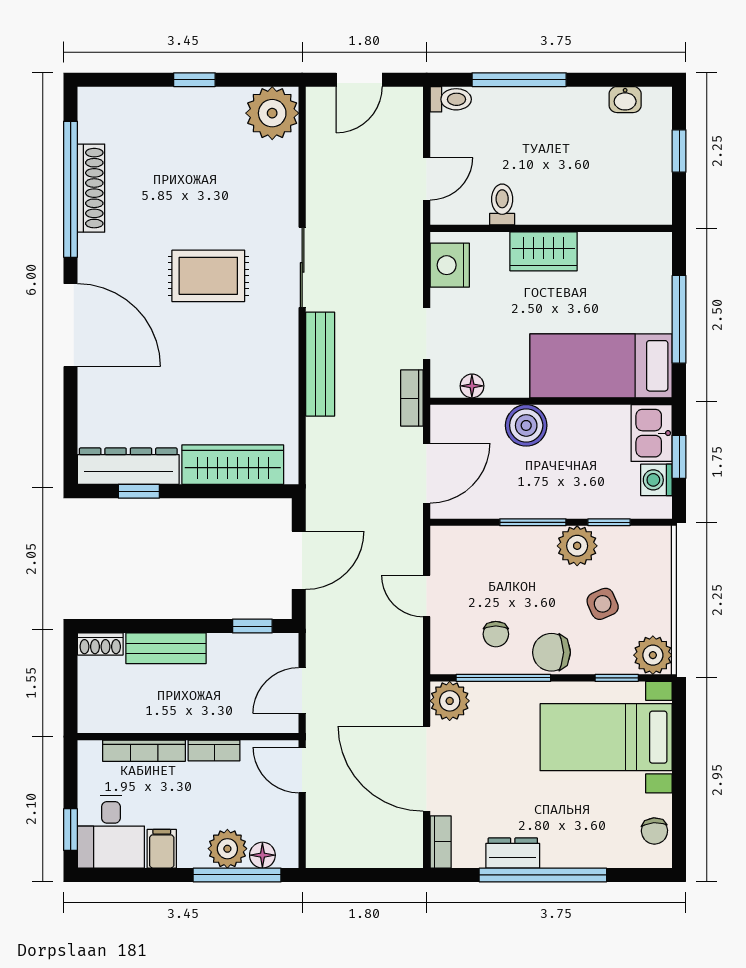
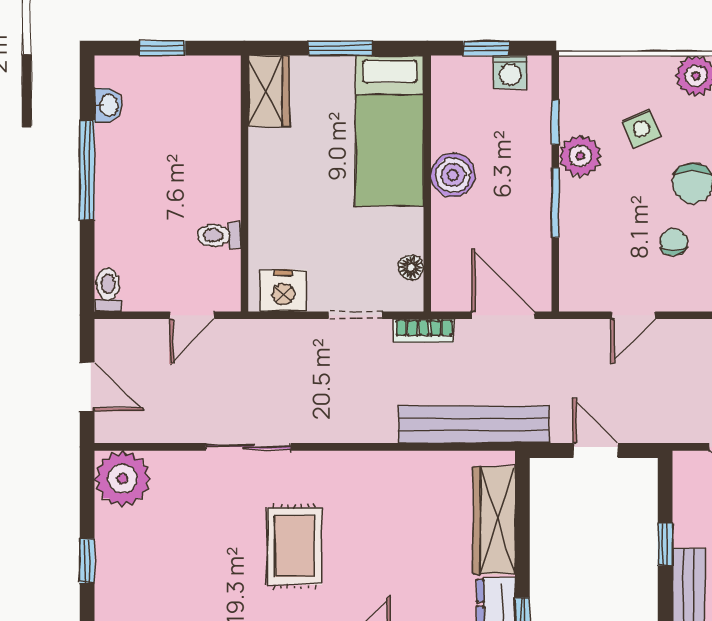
window: (519, 80) -> (87, 170), moved
door: (427, 179) -> (192, 315), swing flipped
wardrobe: (544, 251) -> (269, 91), moved
sliding door: (302, 267) -> (249, 447), moved
window: (679, 319) -> (341, 48), width x0.69
bench: (320, 364) -> (474, 425), moved, width x1.37, depth x1.21
boiler: (526, 425) -> (453, 175), moved
kitchen sink: (652, 433) -> (461, 77), removed
door: (299, 560) -> (596, 451), width x0.73
window: (252, 626) -> (665, 544), moved
chair: (496, 634) -> (674, 242), turned -90

